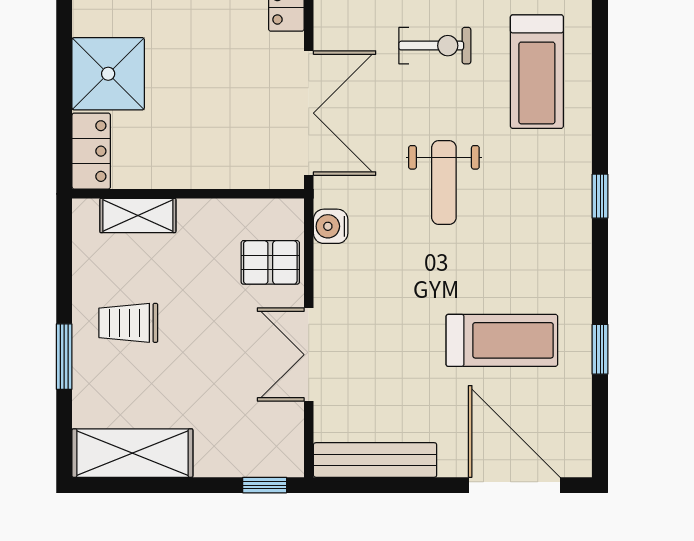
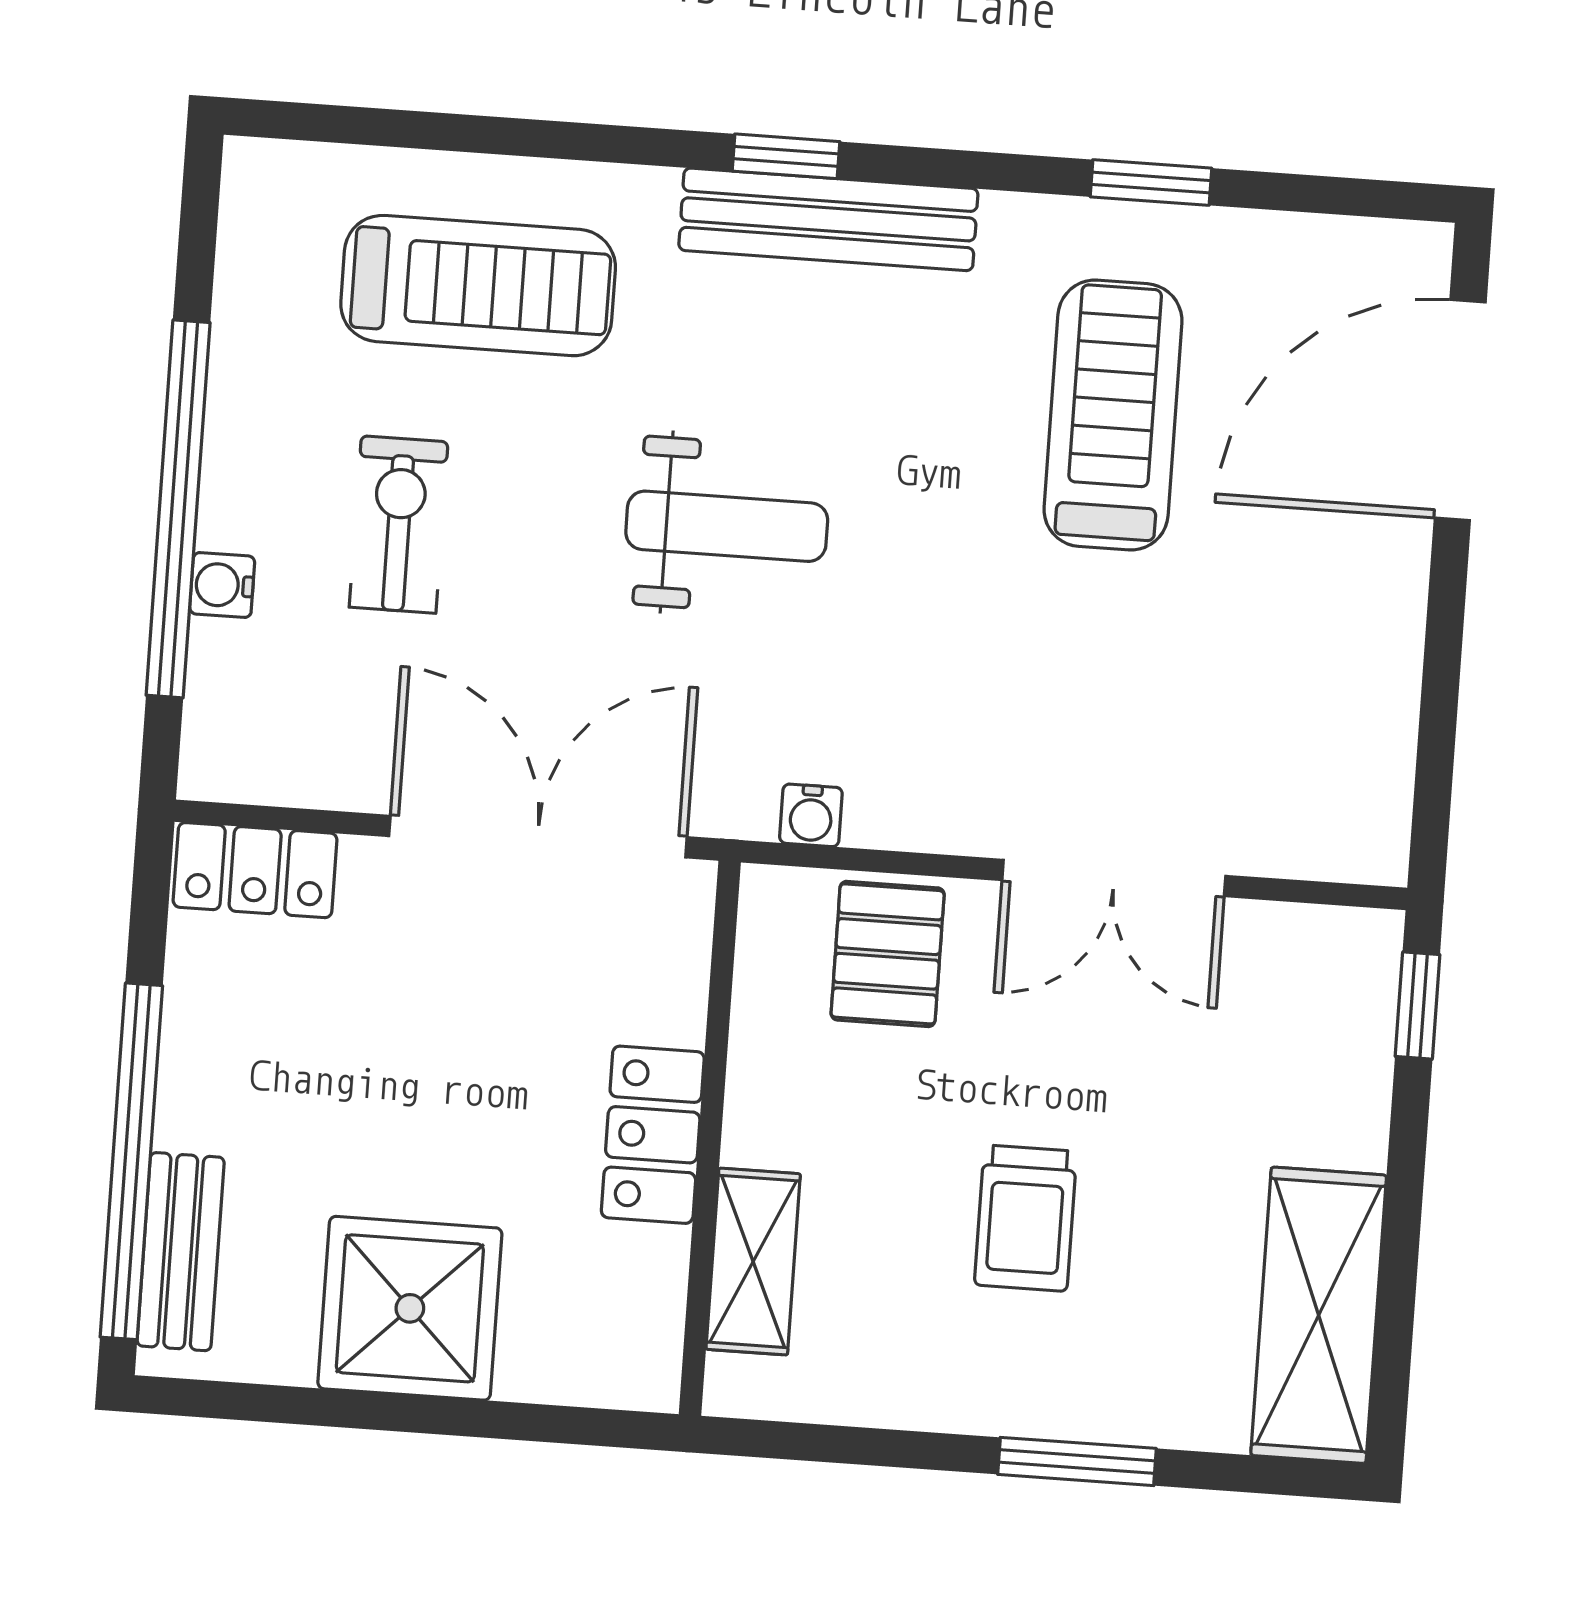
locker: (91, 151) -> (653, 1135), moved, turned -90
water cooler: (331, 226) -> (811, 815), width x0.72, depth x0.72
trolley: (128, 323) -> (1026, 1218), moved
bench: (375, 460) -> (828, 219), moved, turned 90

